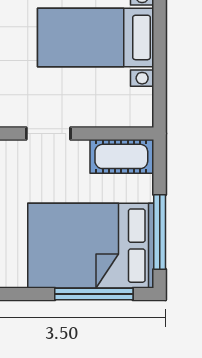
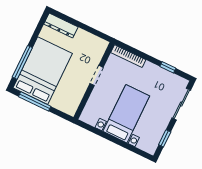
cot: (121, 156) -> (73, 101), removed

